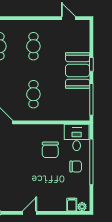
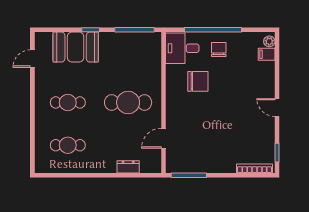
booth: (78, 70) -> (76, 47), moved
cafe table: (33, 94) -> (128, 102), width x1.37, depth x1.35

